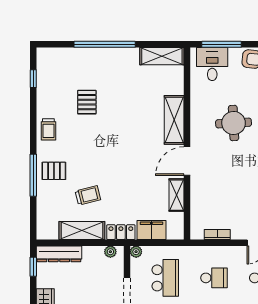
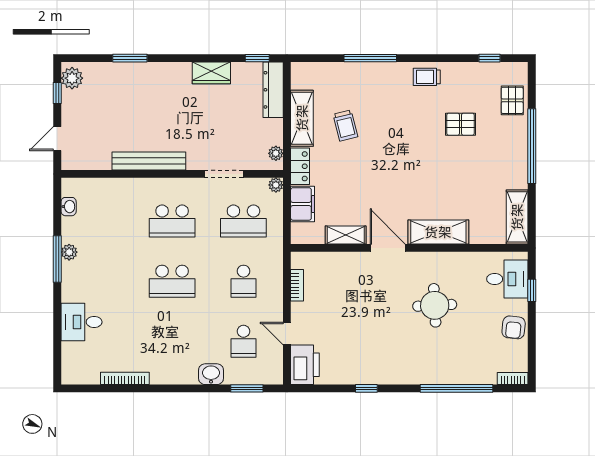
window: (221, 44) -> (532, 290), width x0.46
pallet: (54, 171) -> (512, 100), moved

